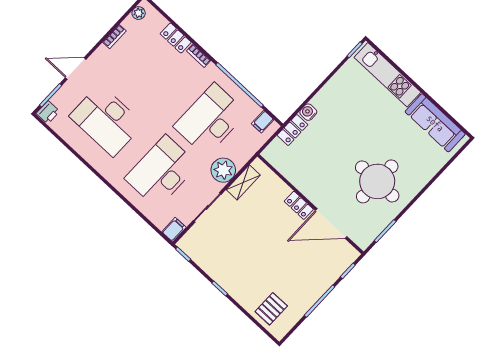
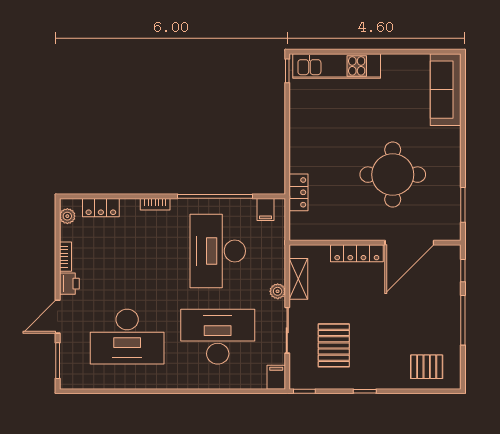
locker: (176, 38) -> (101, 208), moved
printer: (48, 112) -> (69, 284), moved
water cooler: (308, 112) -> (298, 164), removed
sofa: (435, 123) -> (446, 90), moved, turned 90
plant: (223, 170) -> (278, 291), width x0.53, depth x0.53
desk: (161, 172) -> (218, 337), turned 90
round table: (377, 181) -> (393, 175), moved
locker: (299, 205) -> (357, 253), width x1.53
pallet: (227, 243) -> (334, 345), added
pallet: (271, 309) -> (427, 367), turned 90

